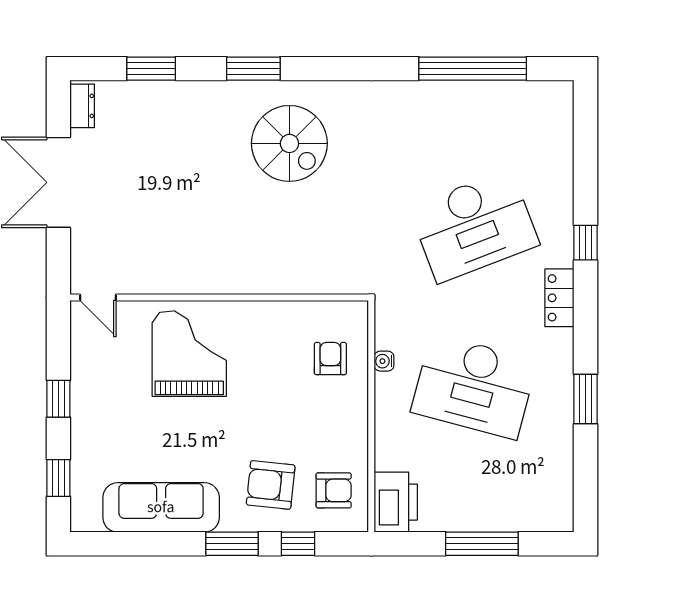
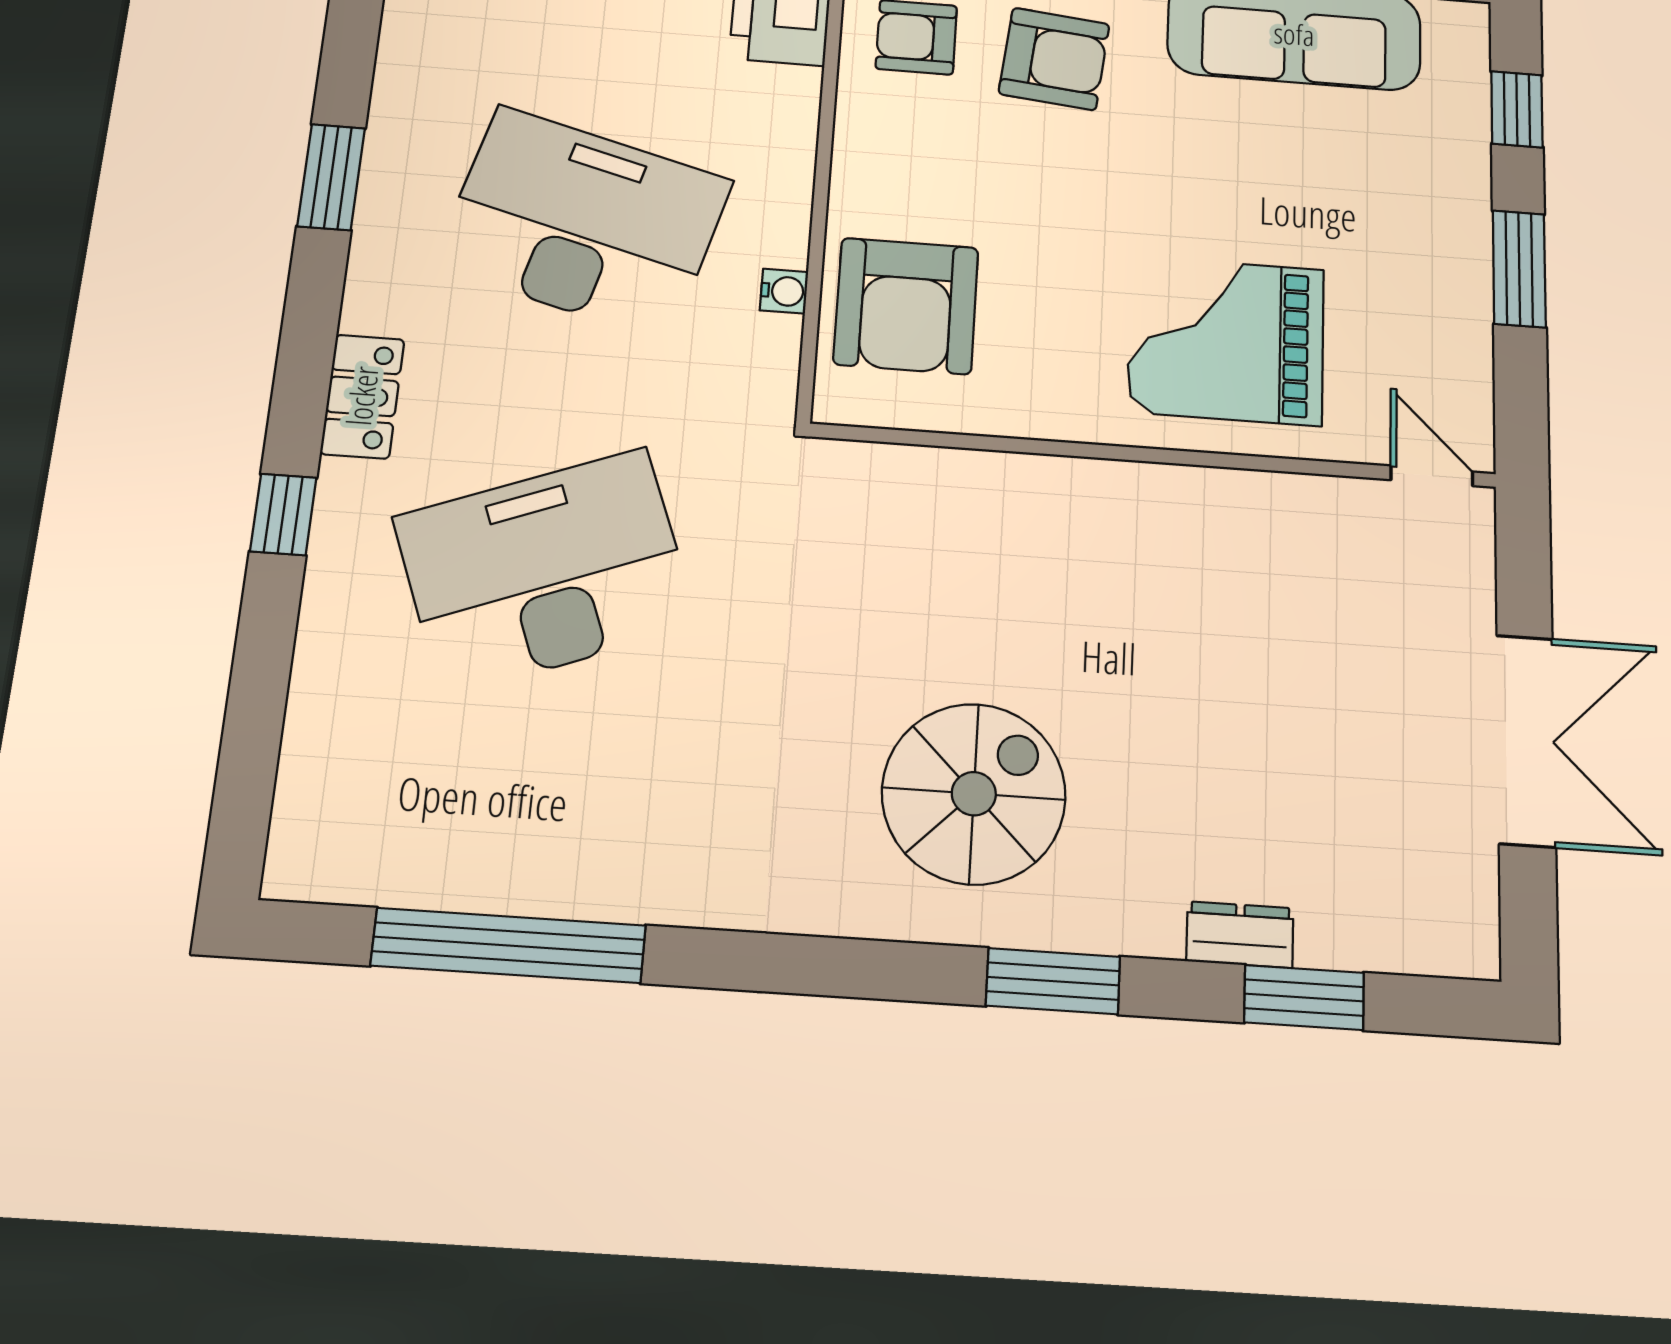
dresser: (82, 106) -> (1240, 935), moved, turned 90
spiral stairs: (289, 143) -> (974, 794), turned 90
grand piano: (189, 354) -> (1226, 340), turned 90
armchair: (330, 359) -> (906, 306), width x1.88, depth x1.88
window: (58, 399) -> (1519, 269), width x1.50

